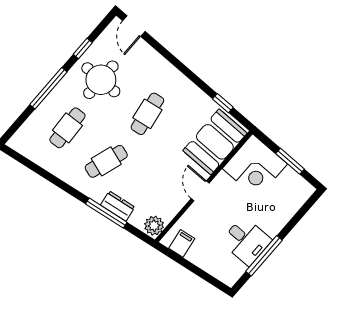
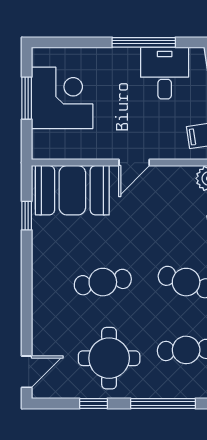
corner desk: (255, 166) -> (62, 98), moved
desk: (246, 241) -> (165, 73), moved

